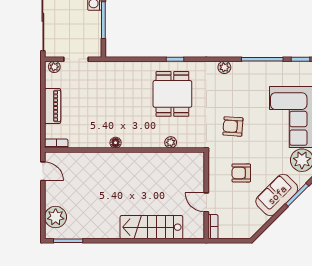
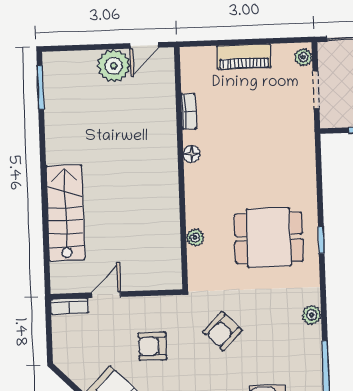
armchair: (233, 126) -> (222, 331), turned -139
bookcase: (56, 144) -> (189, 111), moved
armchair: (241, 173) -> (152, 346), turned -90
plant: (56, 217) -> (114, 66), moved

